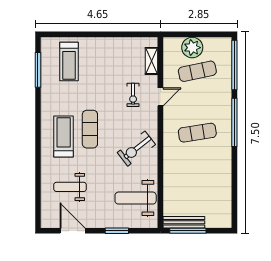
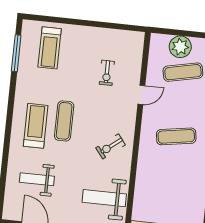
shelving: (152, 61) -> (136, 56), removed
exercise bike: (133, 95) -> (107, 73), moved
exercise bike: (136, 149) -> (111, 146), width x0.73, depth x0.72

